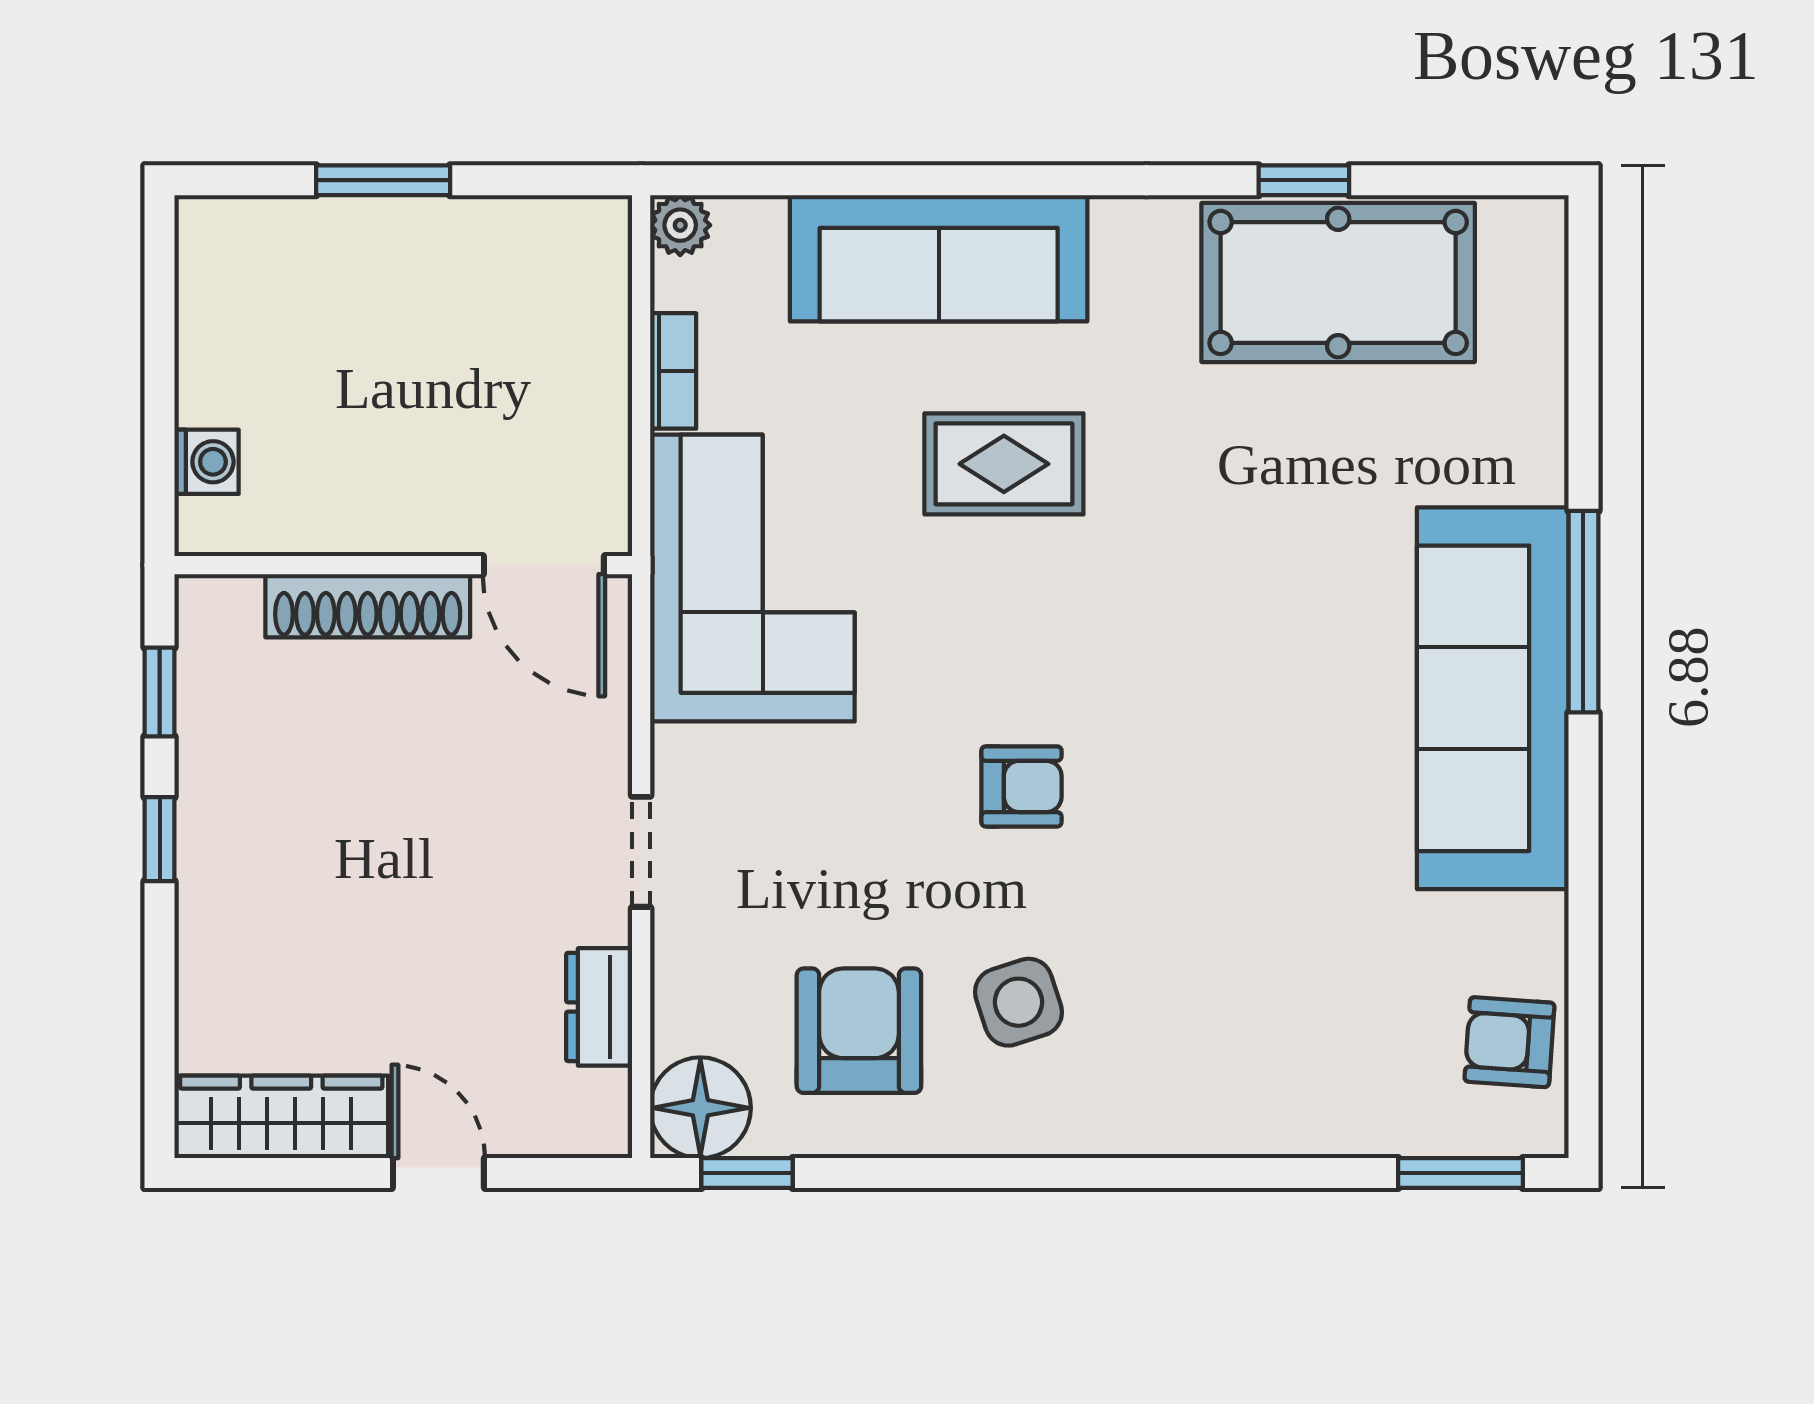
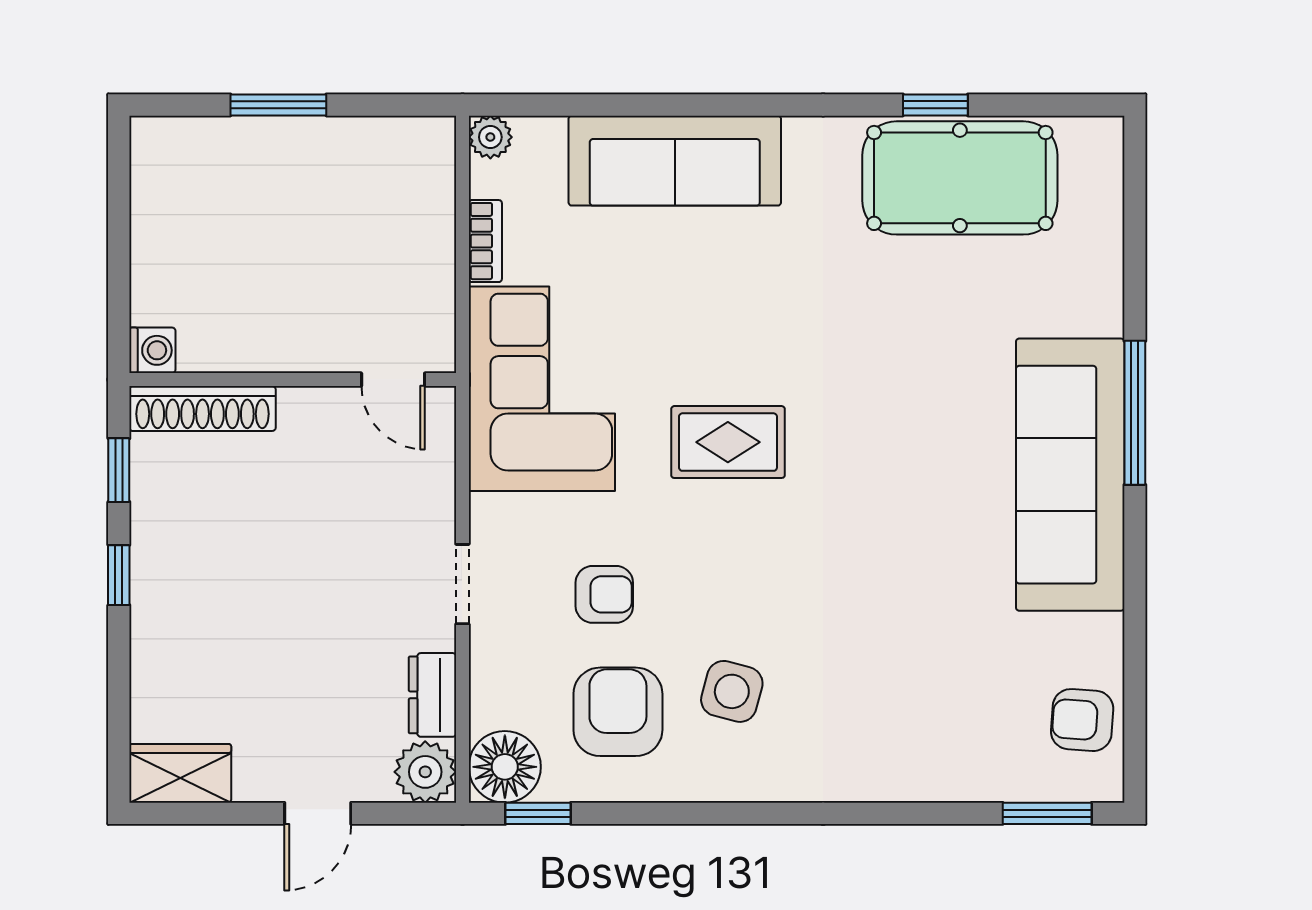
washing machine: (207, 462) -> (152, 350), moved
rug: (1004, 464) -> (728, 442), moved
door: (544, 565) -> (393, 380), width x0.73
shoe rack: (368, 606) -> (202, 409), moved
armchair: (1021, 786) -> (604, 594), moved
side table: (1019, 1002) -> (732, 691), turned 33
plant: (589, 1115) -> (425, 772), added
wardrobe: (281, 1117) -> (180, 773), width x0.67
door: (438, 1173) -> (318, 813), swing flipped

